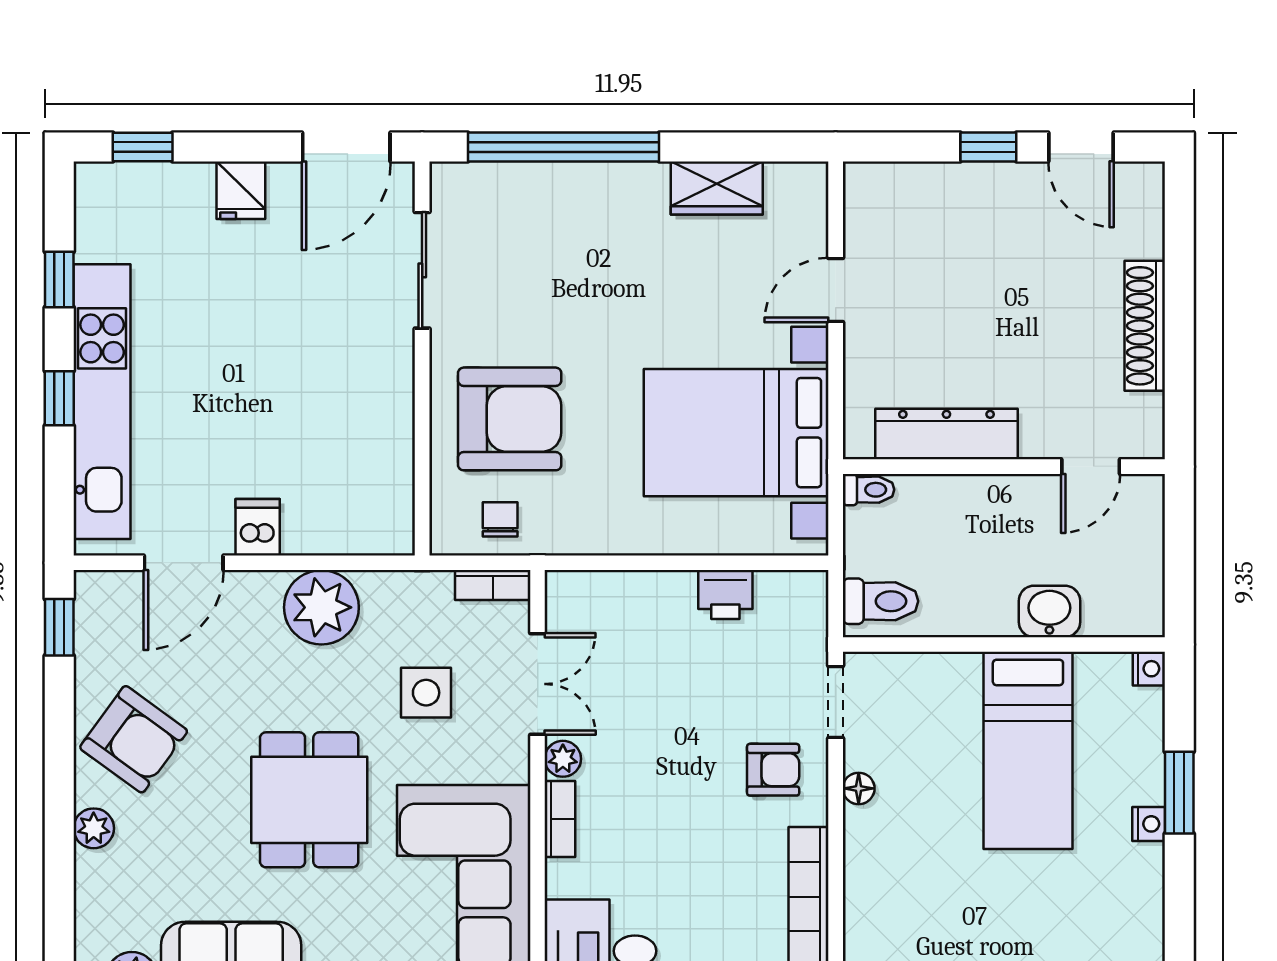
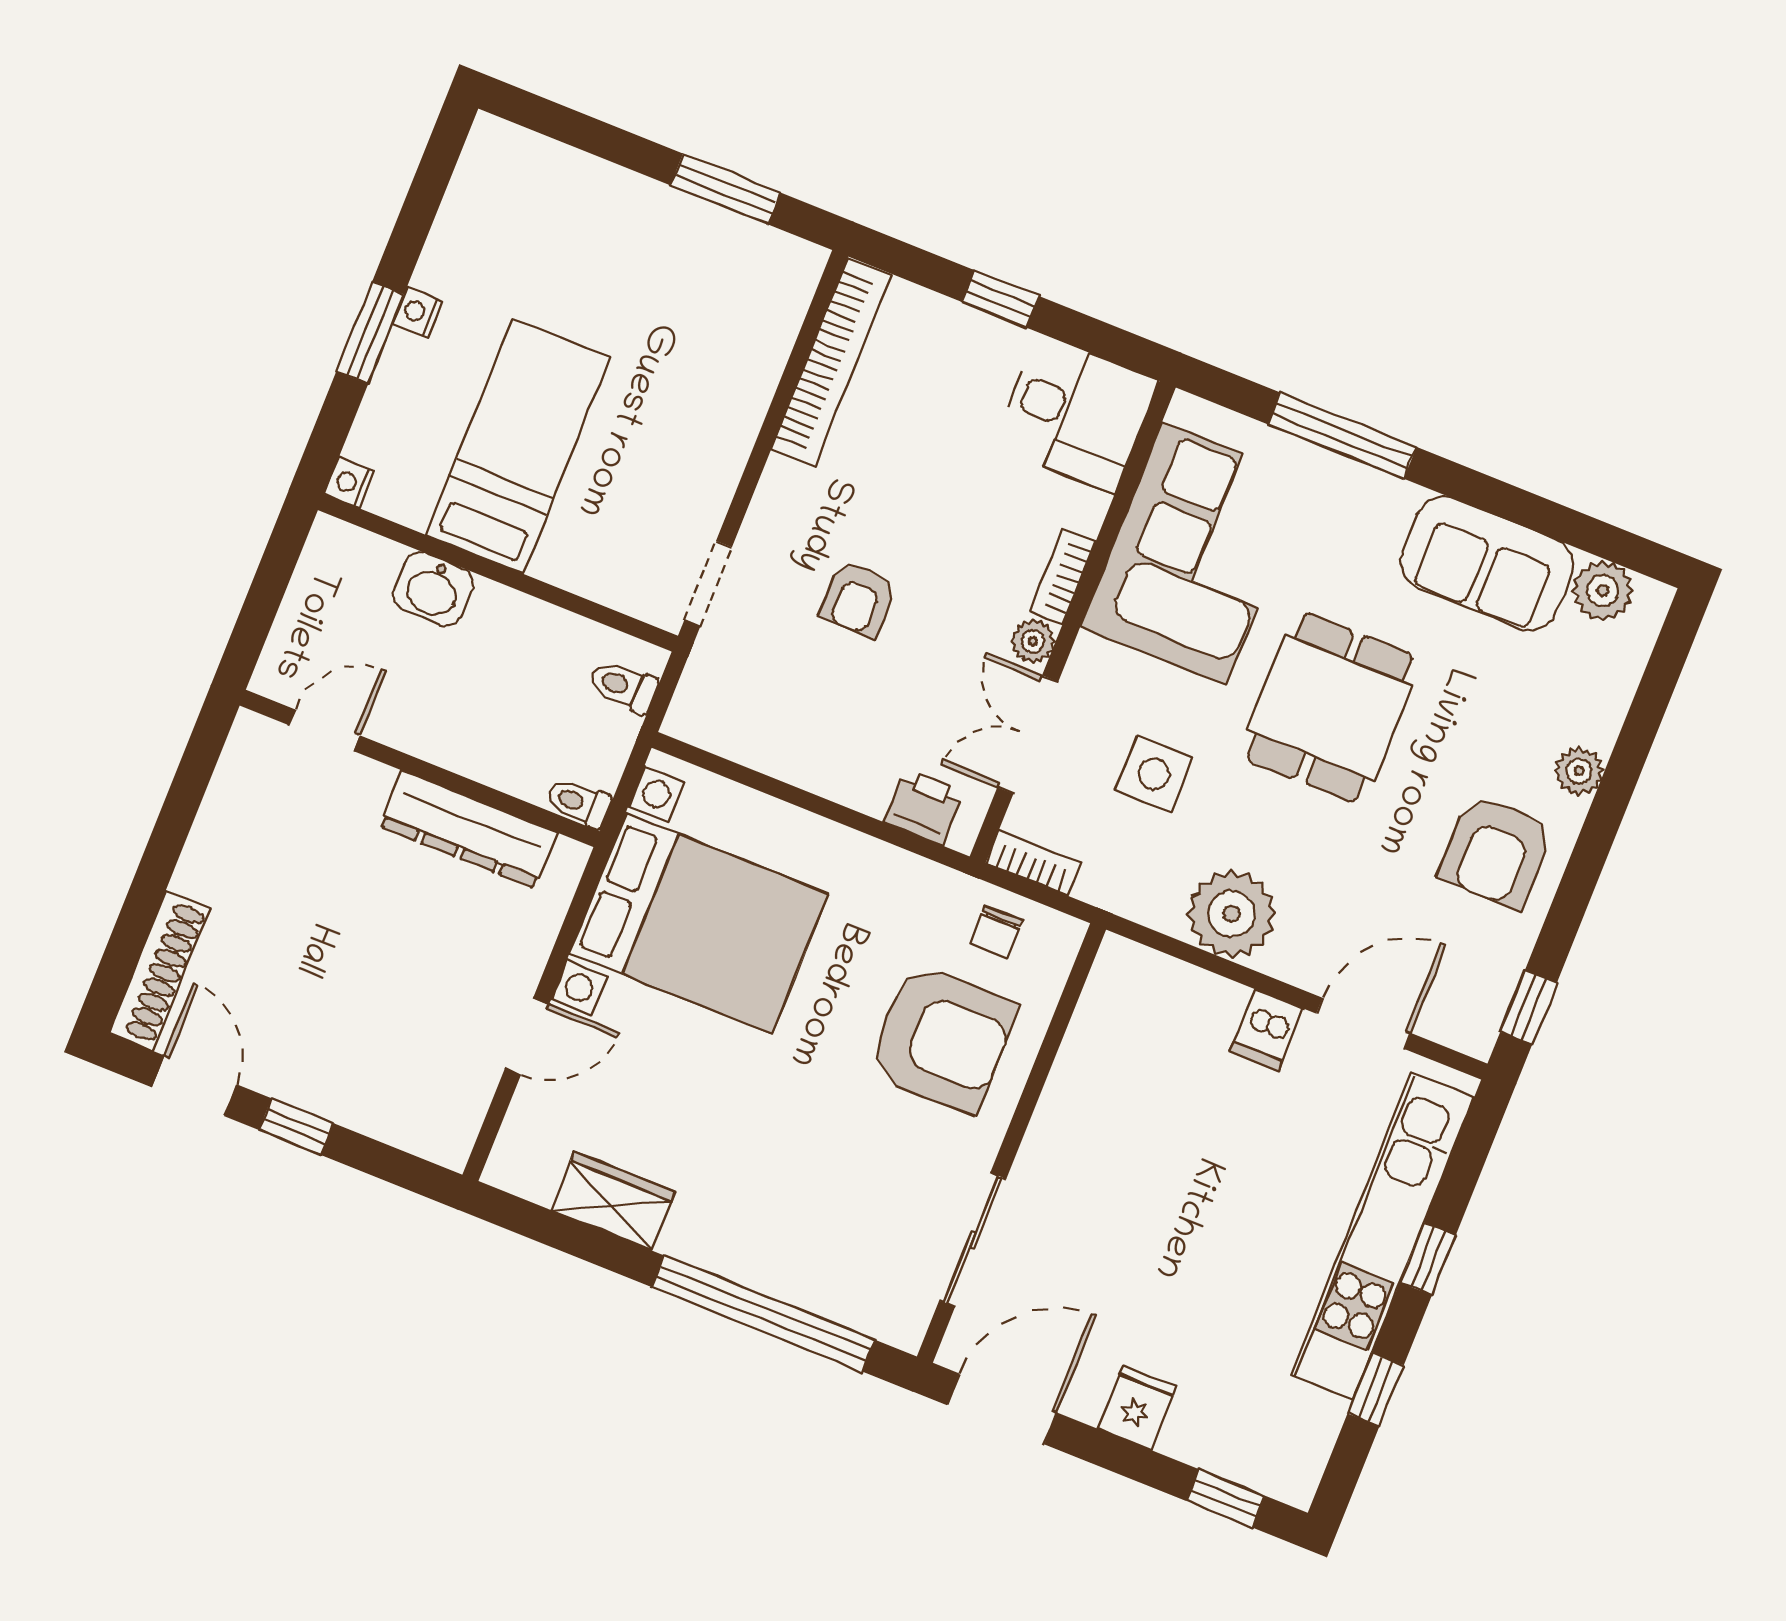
shoe rack: (1145, 326) -> (159, 970), moved
armchair: (510, 419) -> (942, 1038), turned 180
printer: (725, 595) -> (924, 807), moved
toilet: (880, 601) -> (623, 686), width x0.73, depth x0.72
armchair: (134, 739) -> (1496, 851), turned -126
armchair: (773, 770) -> (858, 599), moved, turned -90
floor lamp: (859, 788) -> (721, 479), removed

